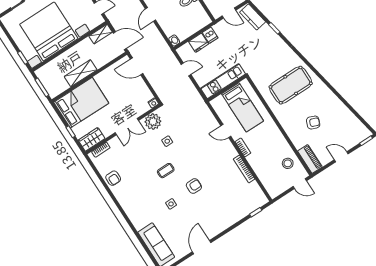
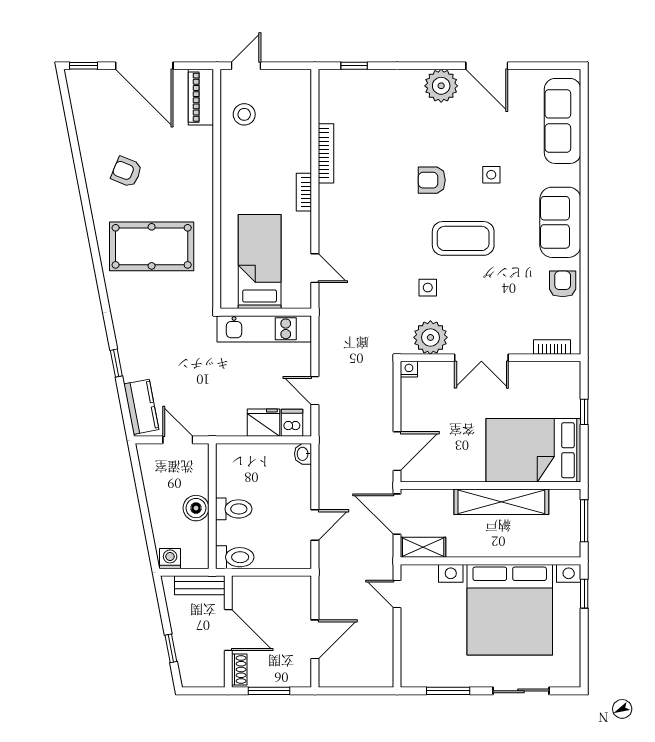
dishwasher: (210, 35) -> (292, 423), moved
door: (137, 66) -> (397, 451), hinge flipped
shelving: (81, 73) -> (501, 502), width x1.47
armchair: (313, 123) -> (127, 172), moved
double door: (127, 127) -> (481, 358), swing flipped
door: (226, 131) -> (315, 268), moved
wardrobe: (92, 139) -> (557, 375), removed
door: (341, 157) -> (144, 66), width x1.87
coffee table: (166, 171) -> (463, 238), width x1.86, depth x1.72
door: (300, 184) -> (246, 66), hinge flipped
sofa: (130, 203) -> (560, 222), added
plant: (215, 227) -> (441, 86), added
door: (202, 247) -> (487, 66), hinge flipped

